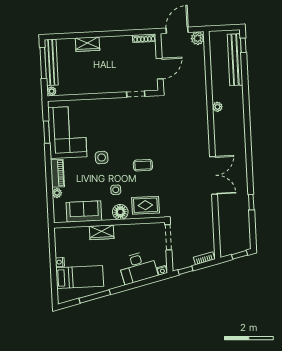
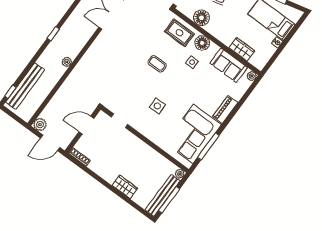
window: (247, 121) -> (53, 34), added
window: (47, 132) -> (208, 146), width x1.44
side table: (102, 158) -> (157, 106), moved
plant: (57, 193) -> (252, 76), moved
wardrobe: (102, 232) -> (242, 49), moved
floor lamp: (138, 232) -> (201, 18), added

